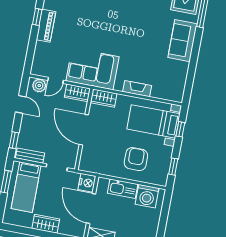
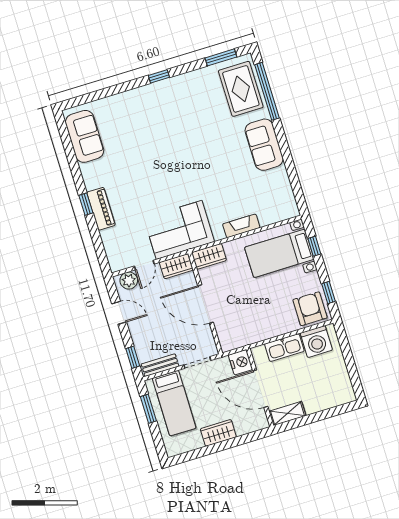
armchair: (136, 159) -> (310, 309), moved

